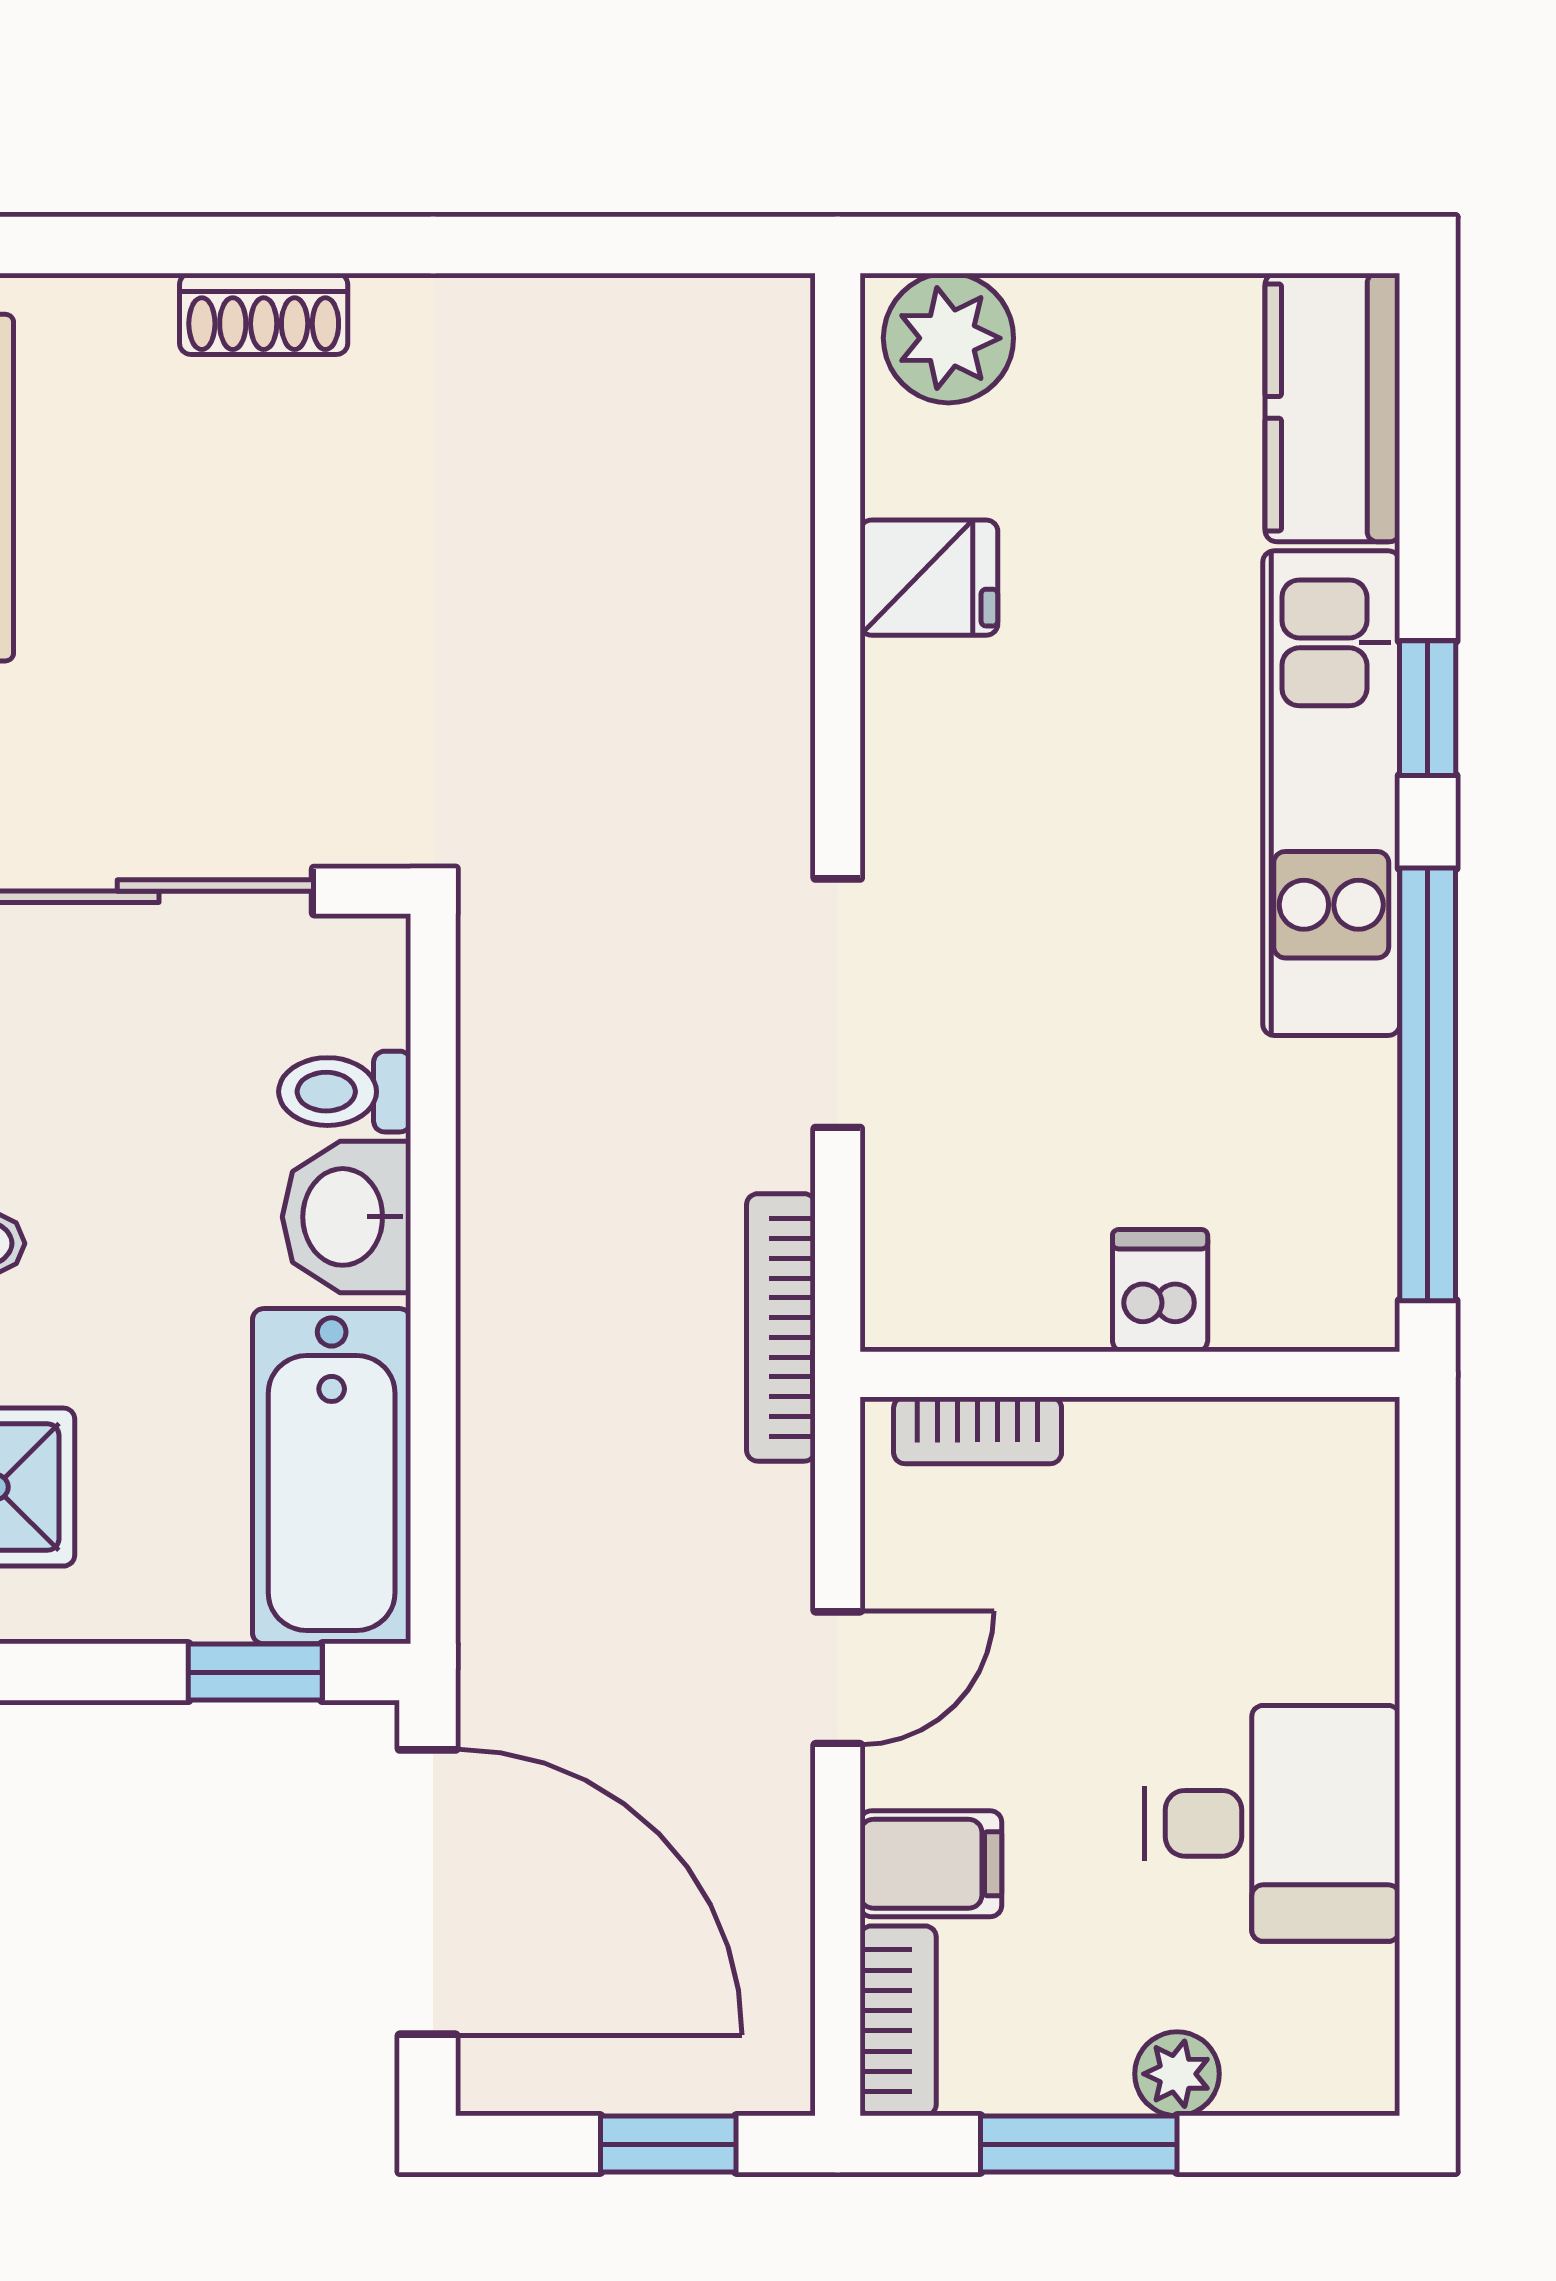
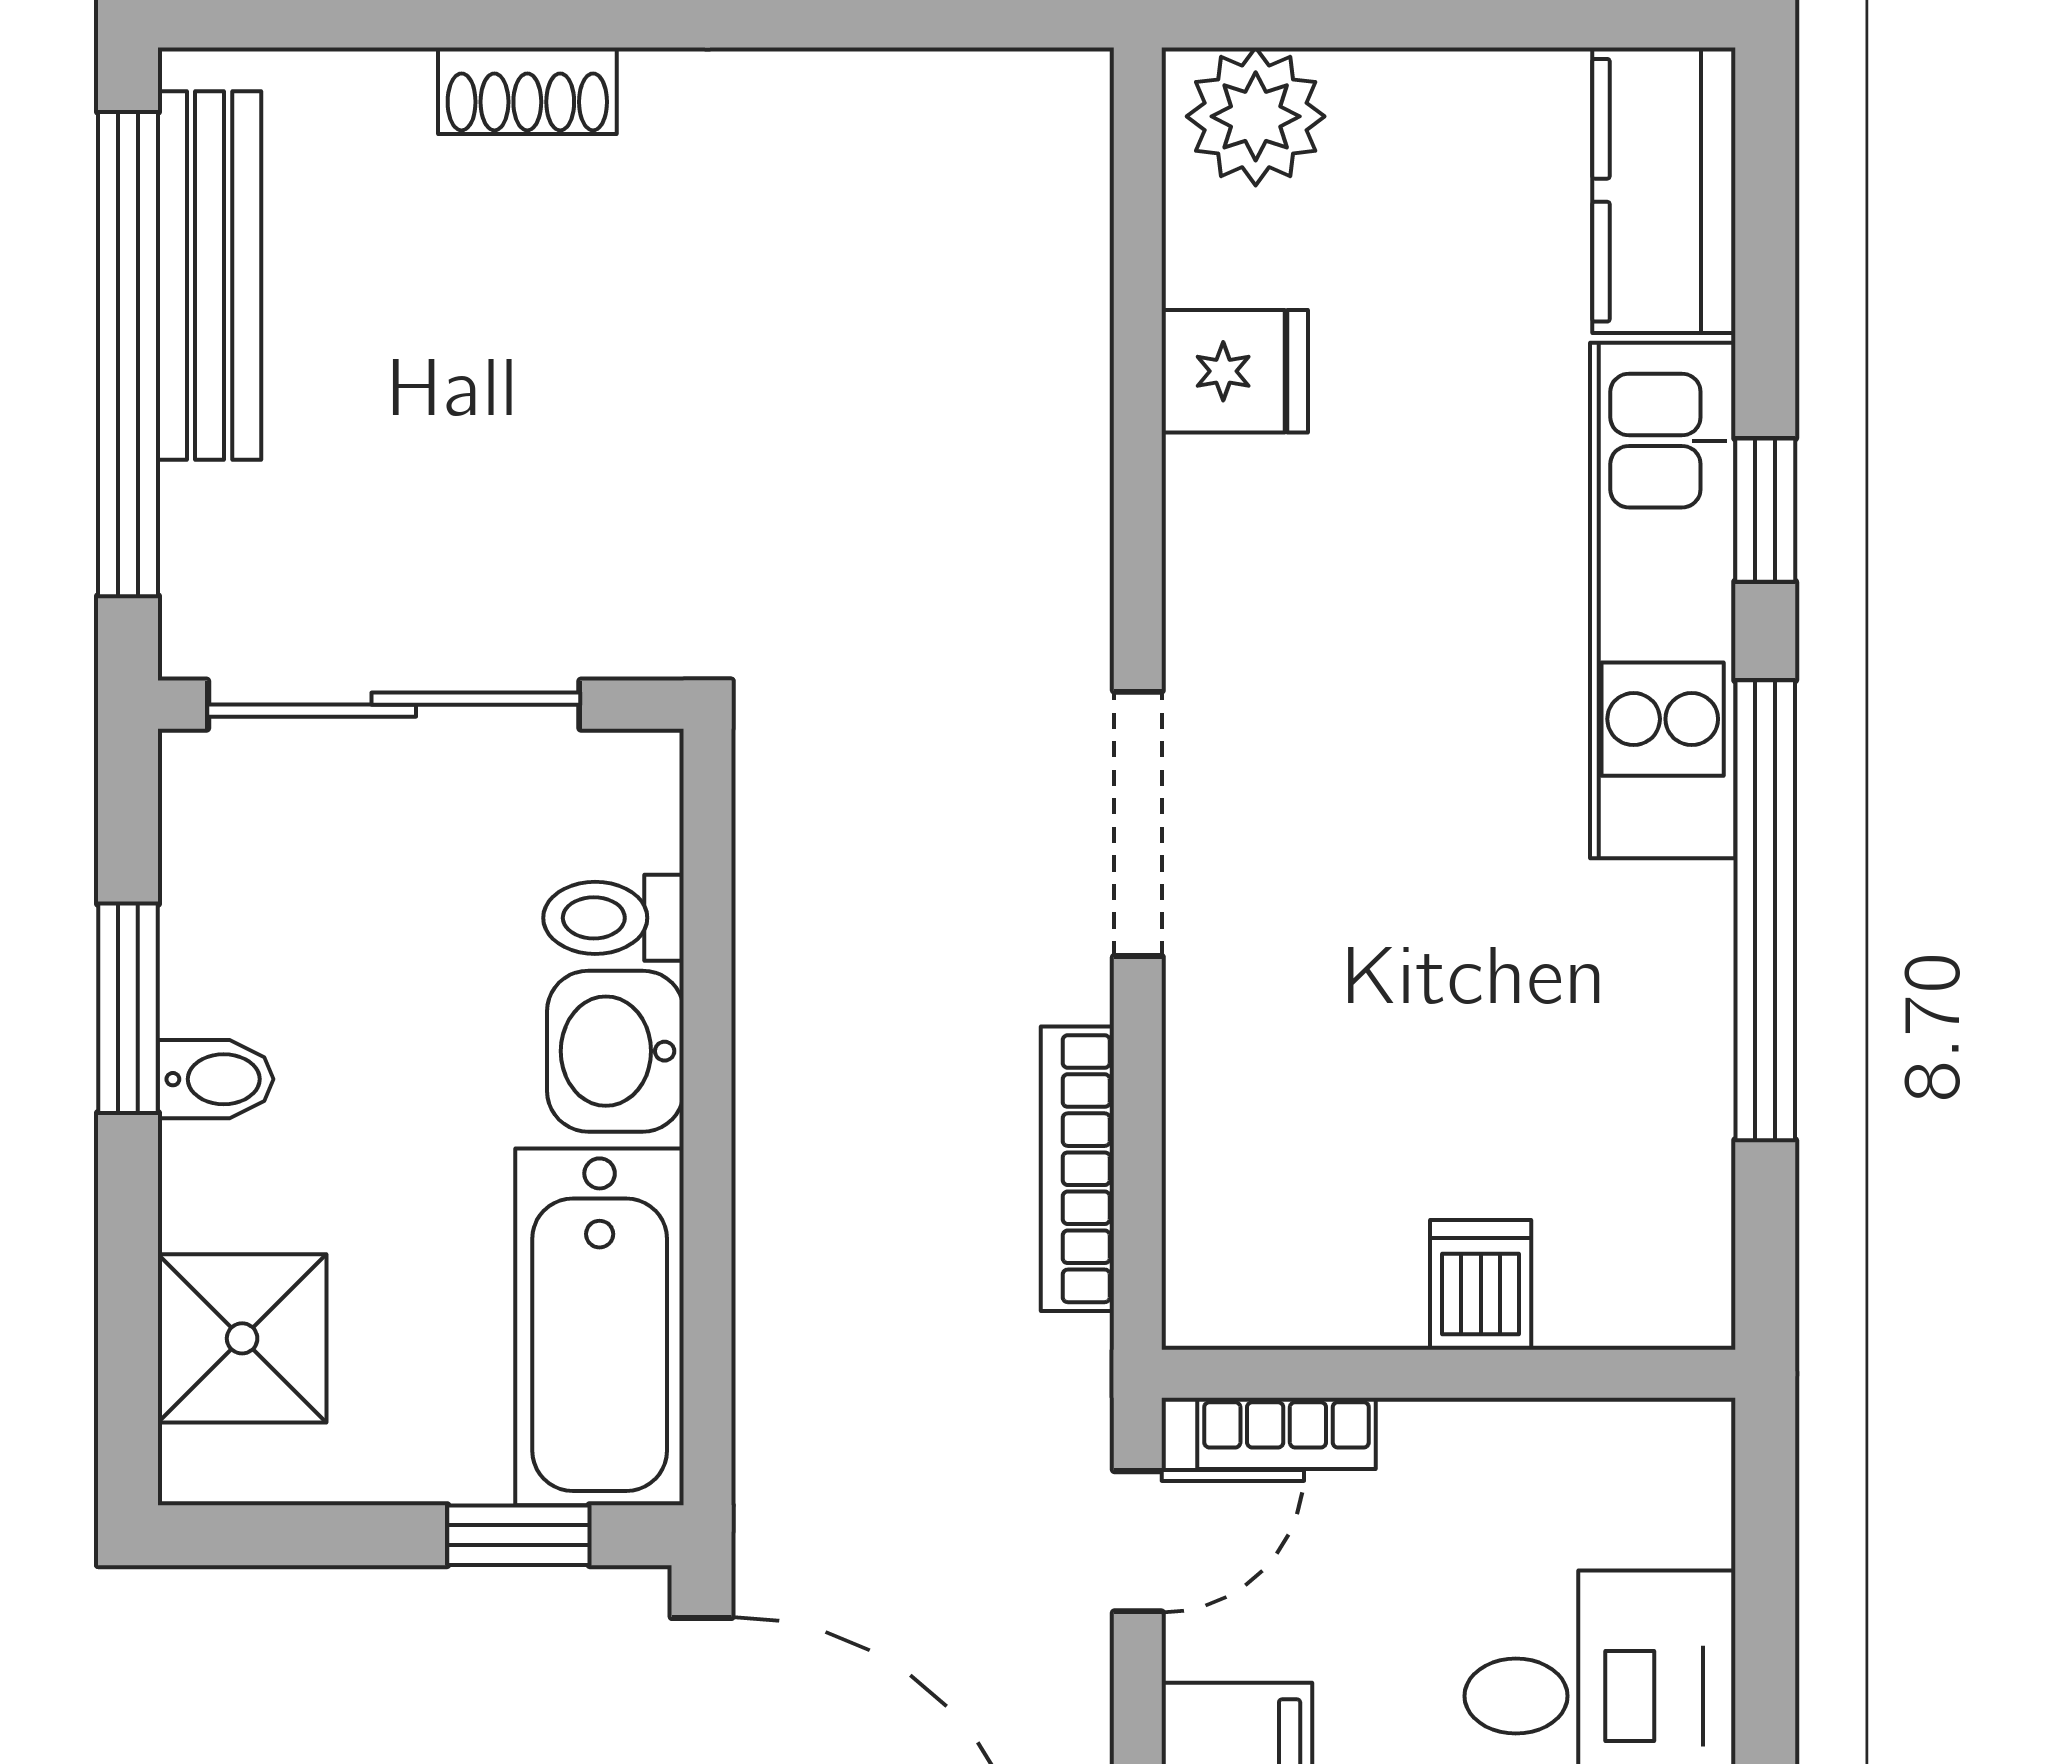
dishwasher: (1160, 1291) -> (1481, 1285), moved
wall: (1130, 1374) -> (1449, 1374), moved
bookcase: (978, 1430) -> (1287, 1433), moved

